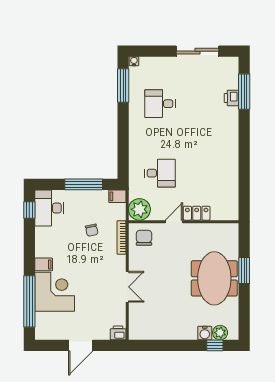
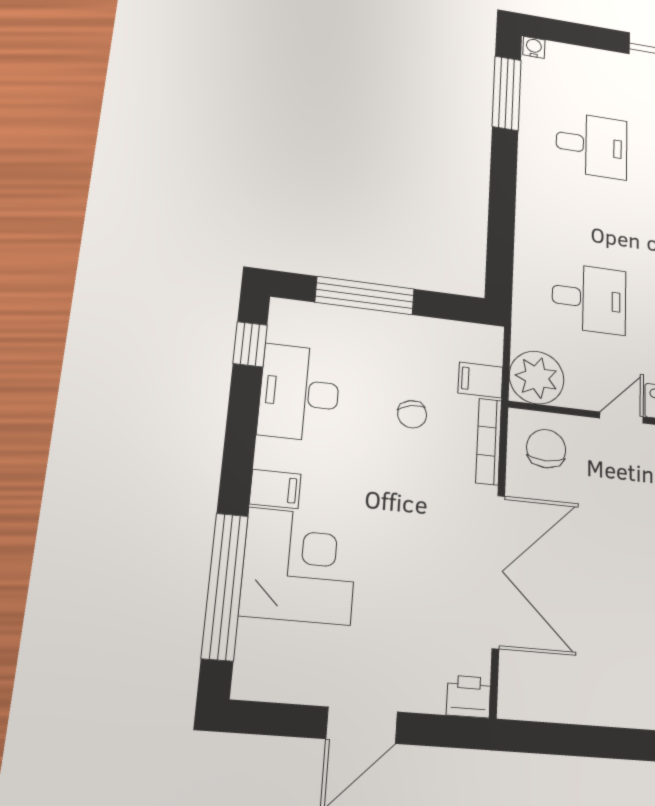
desk: (160, 104) -> (592, 145), turned 180
window: (84, 184) -> (365, 296), moved
filing cabinet: (117, 196) -> (480, 380), moved
desk: (49, 208) -> (299, 393), moved
double door: (127, 287) -> (498, 571), width x1.87

